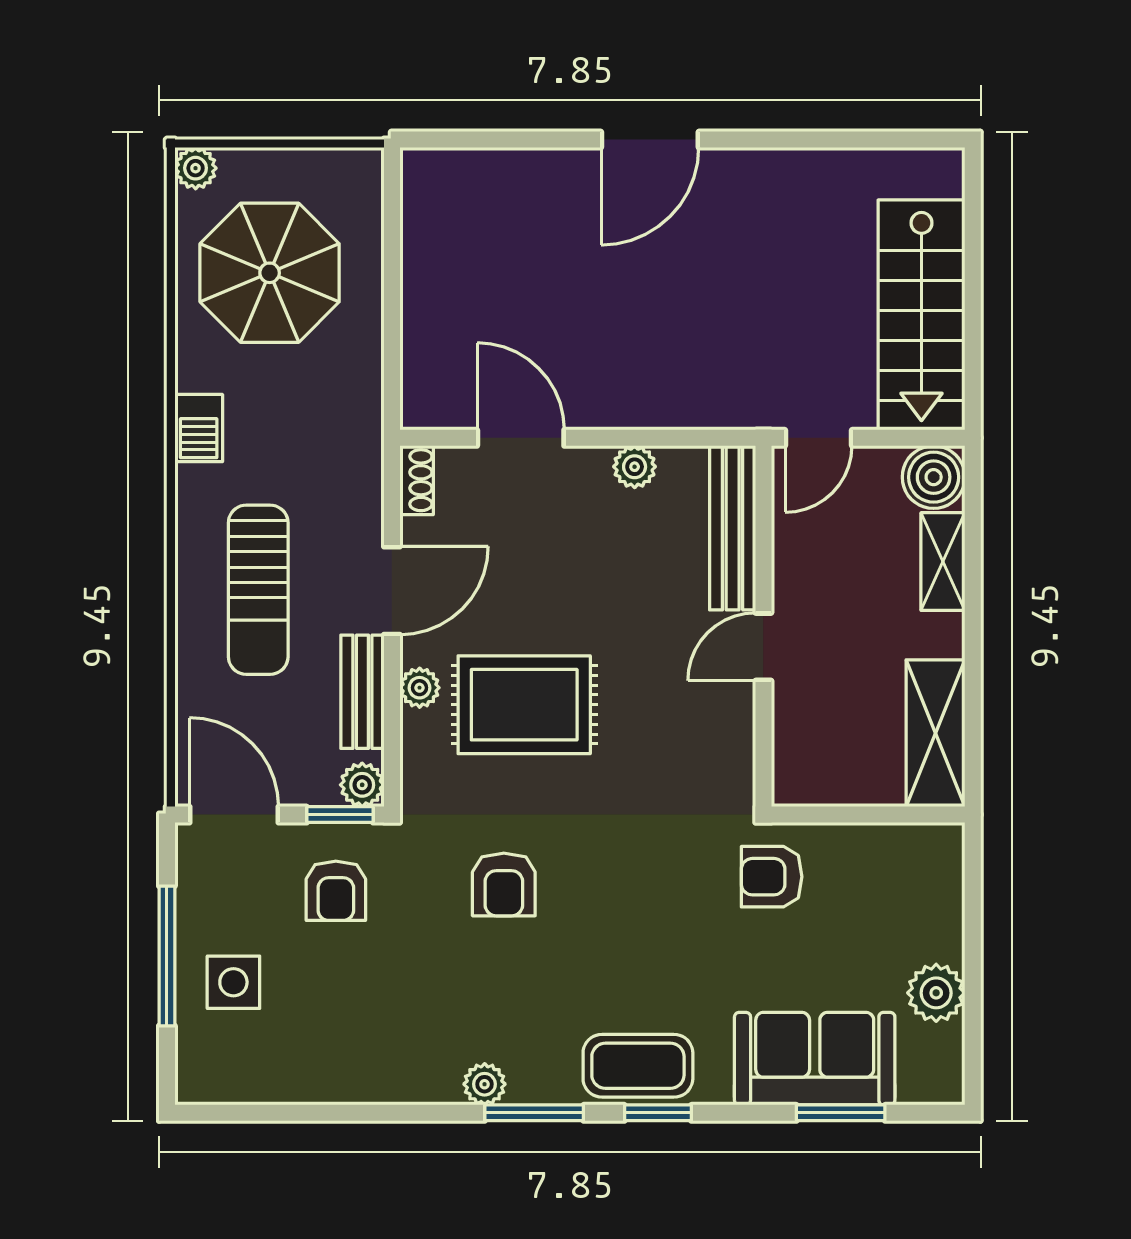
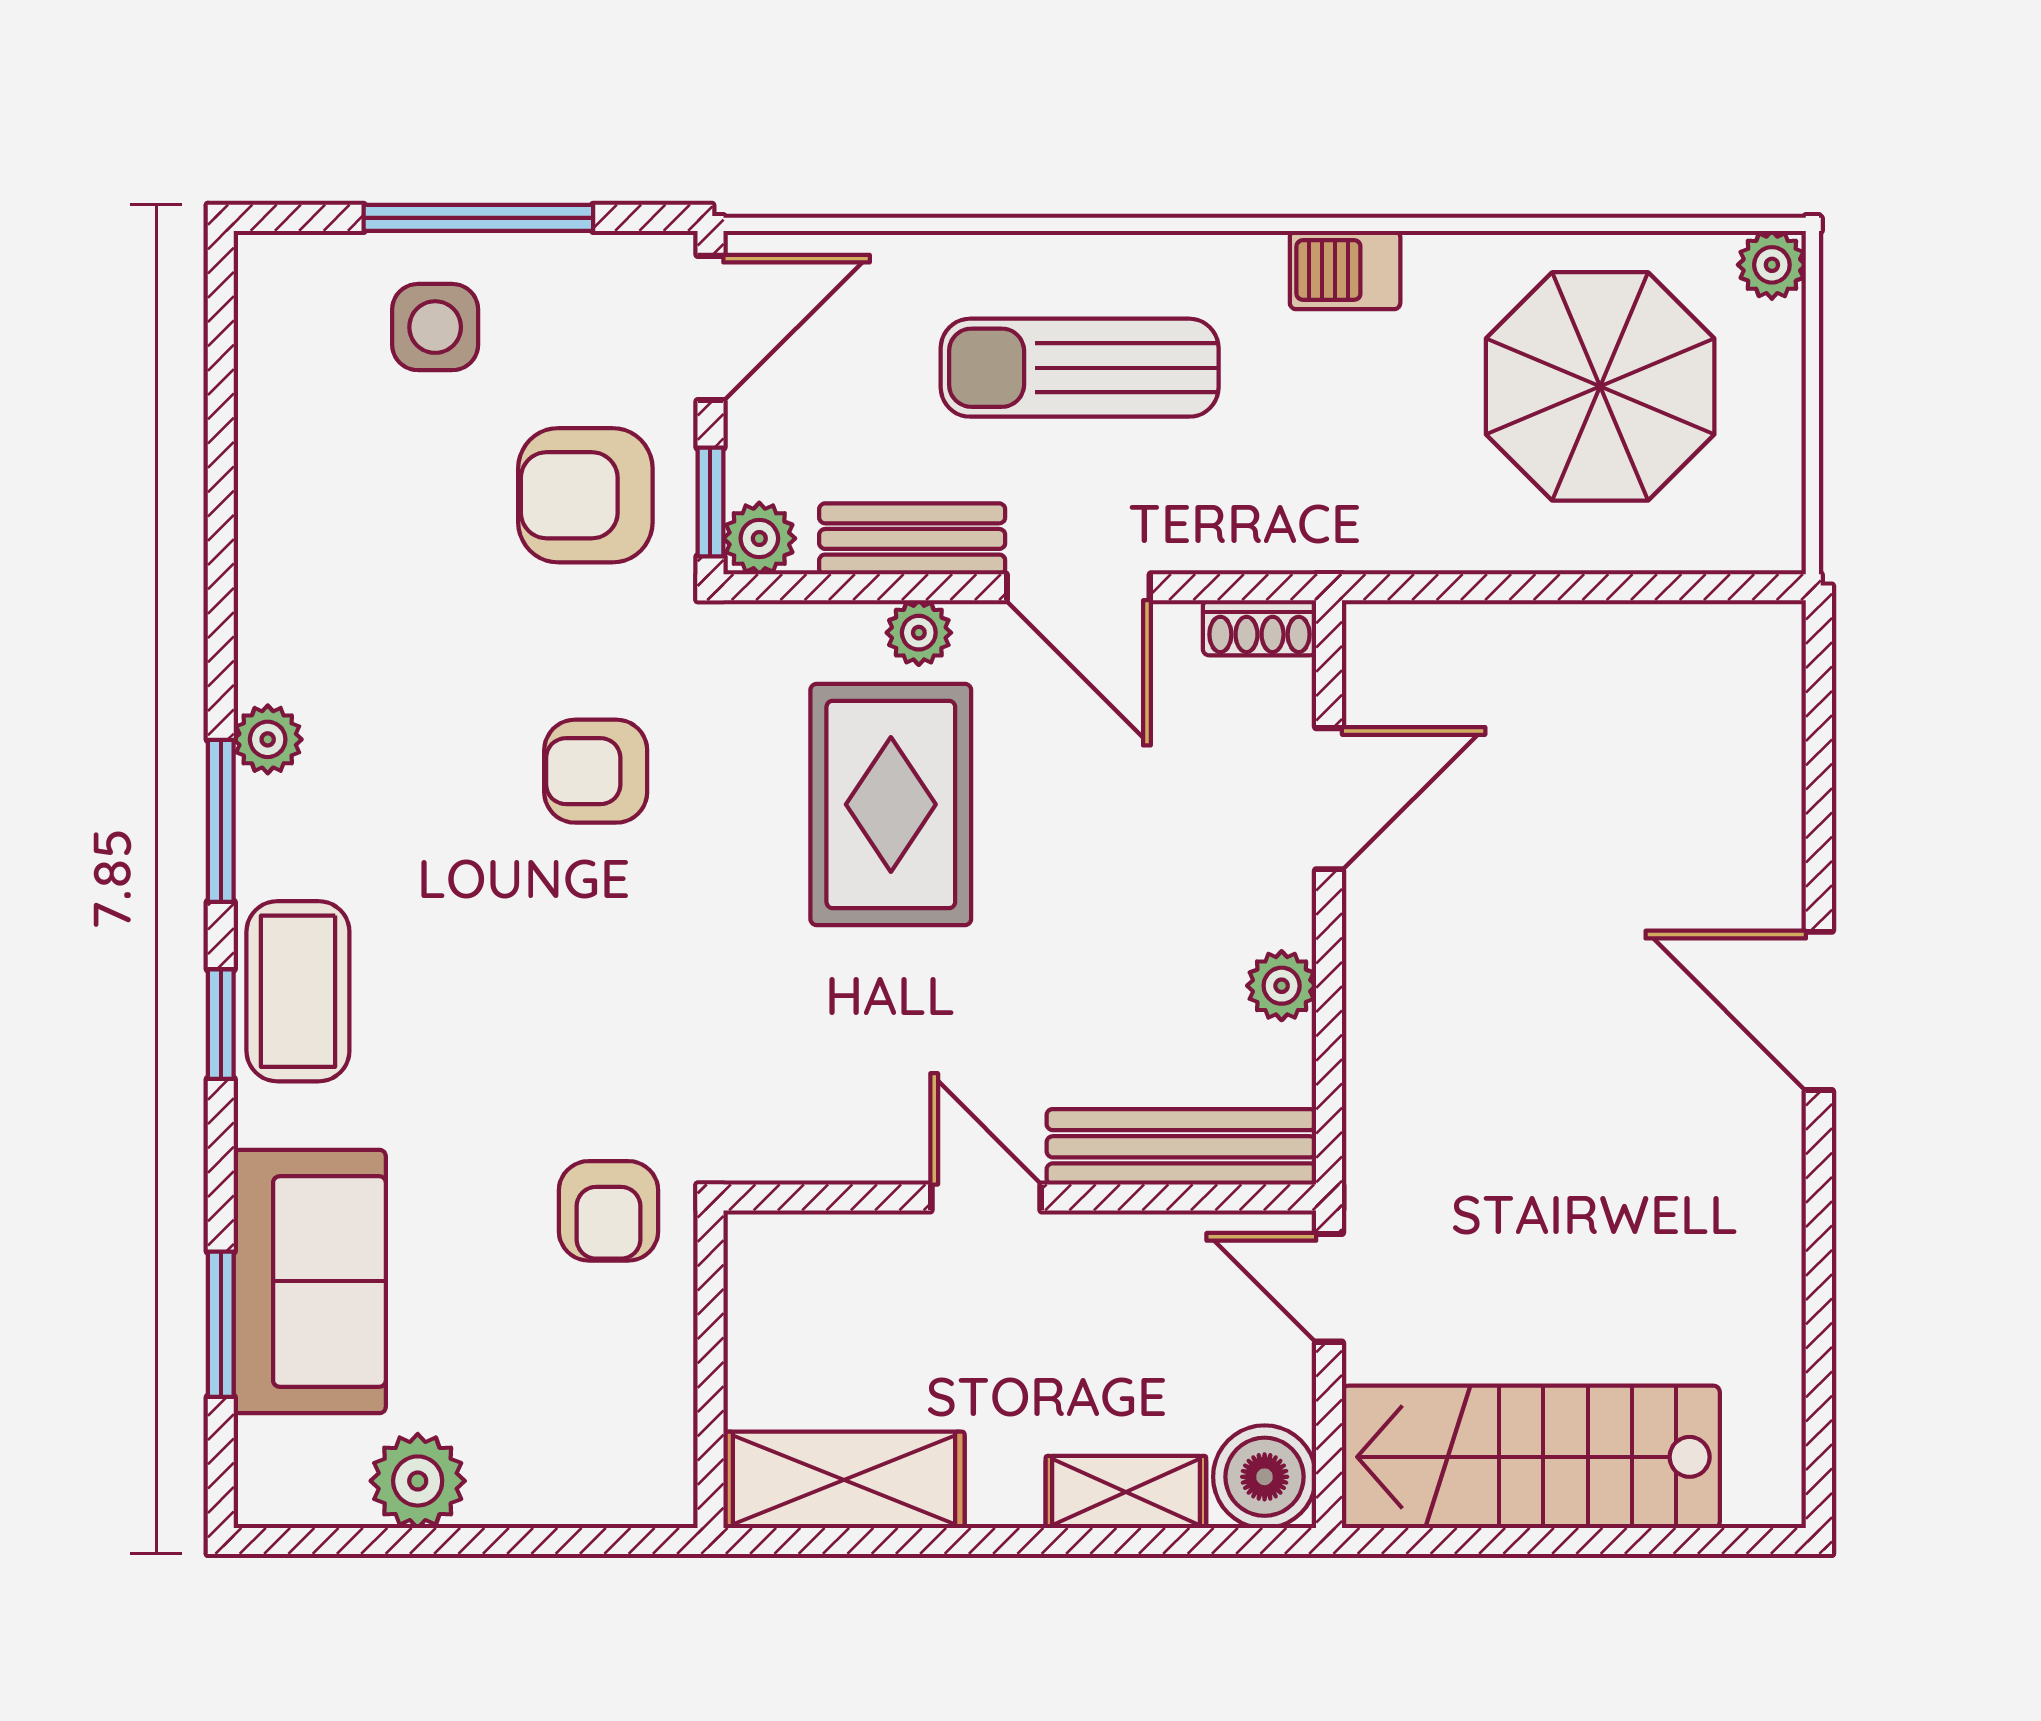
armchair: (772, 877) -> (608, 1211), turned 180
armchair: (336, 891) -> (585, 495), width x1.38, depth x1.38

